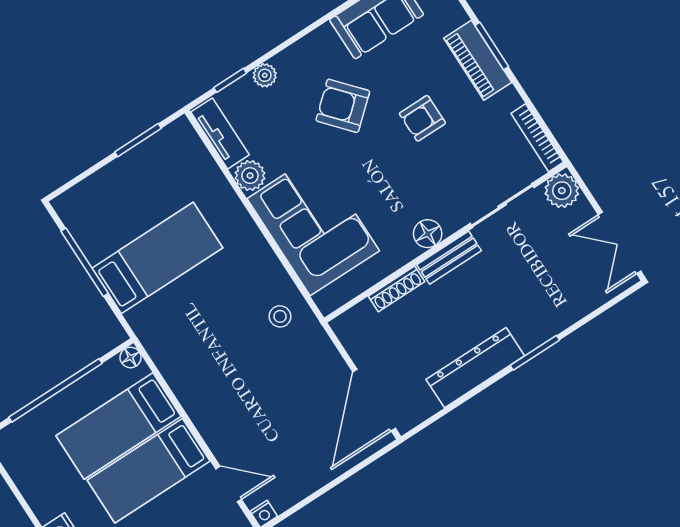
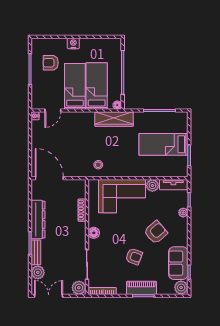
armchair: (422, 118) -> (134, 256), turned 111
bed: (157, 258) -> (164, 144), moved, turned 90
bench: (449, 258) -> (36, 252), moved
plant: (586, 297) -> (38, 272), added
wardrobe: (164, 345) -> (114, 119), added

